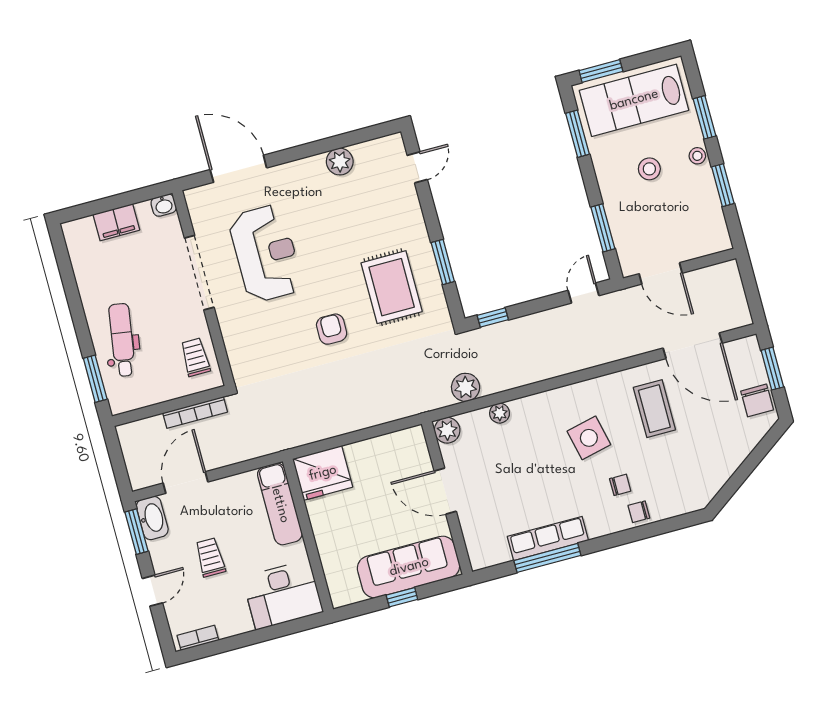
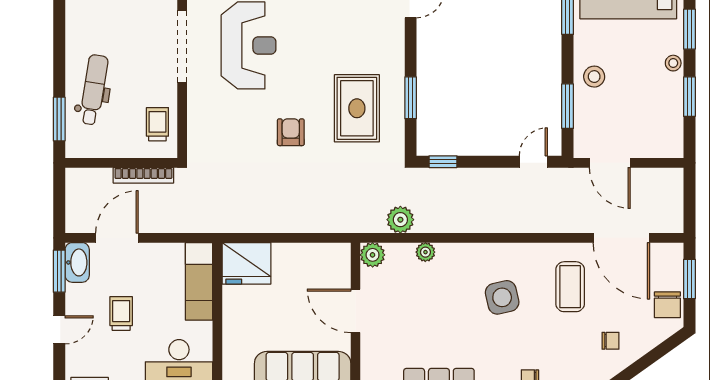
stool: (649, 169) -> (594, 77), moved
chair: (620, 485) -> (611, 341), moved

